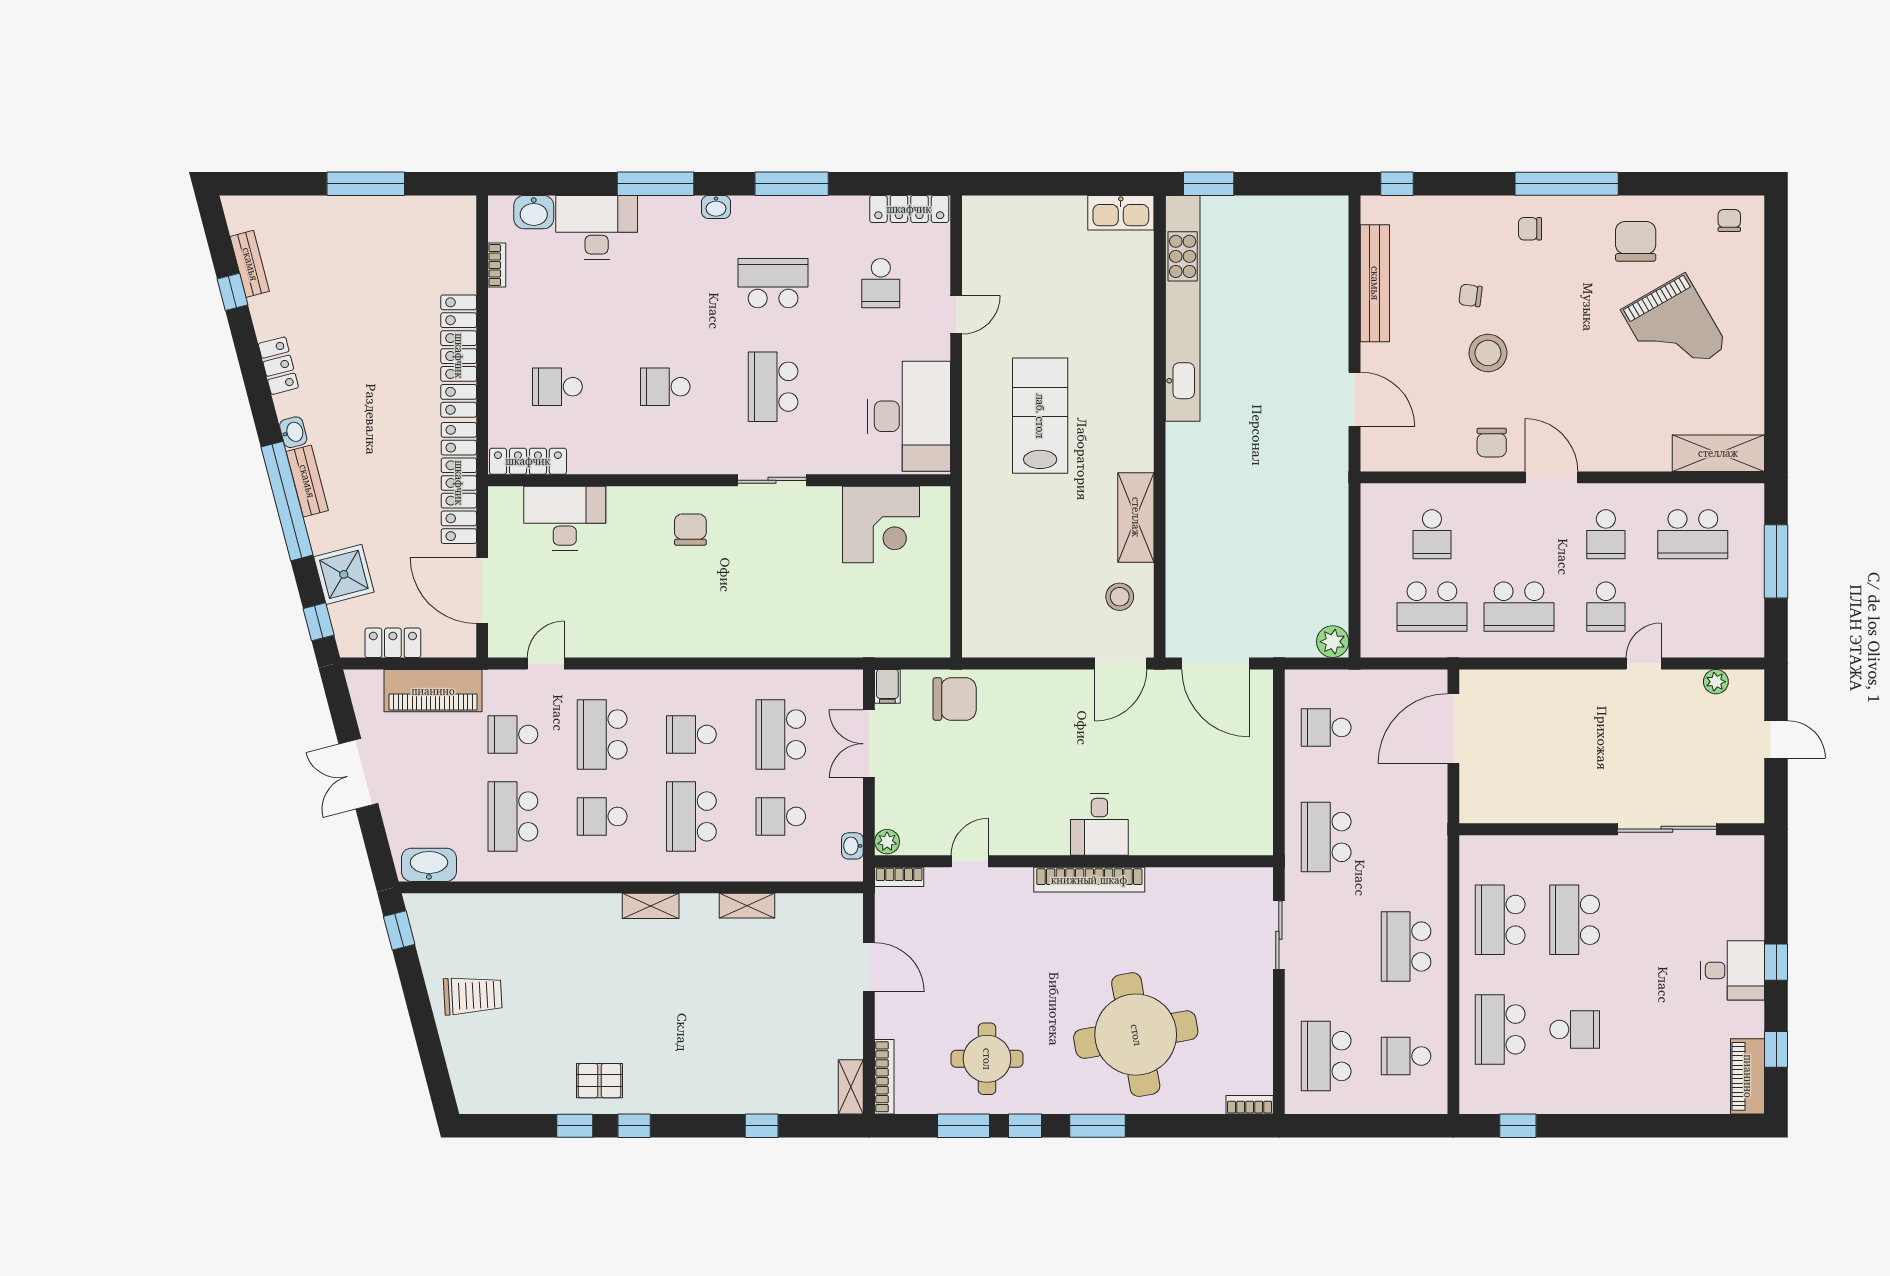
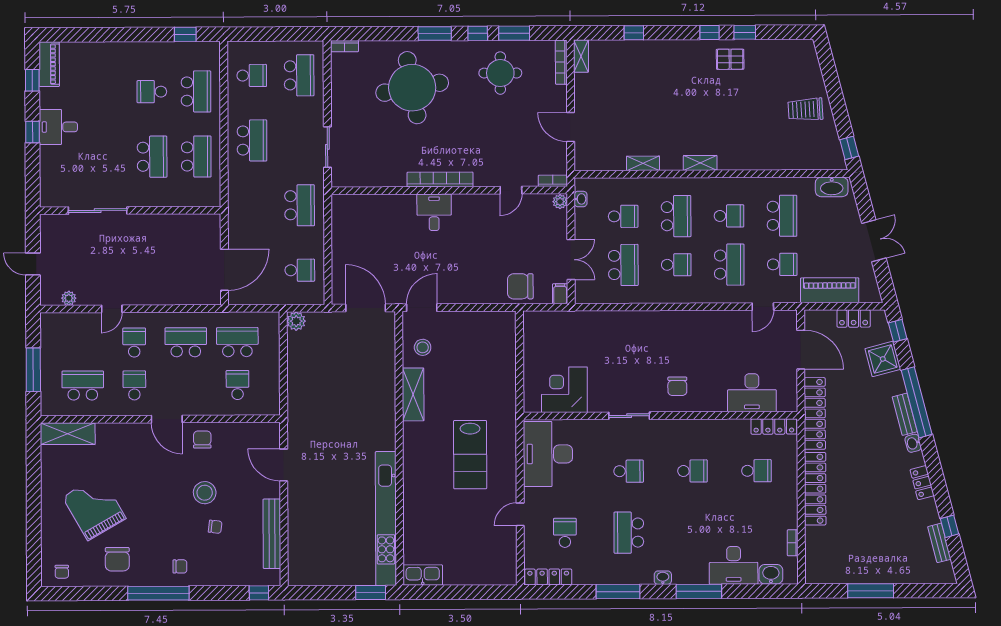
school desk: (773, 283) -> (629, 533), turned 90
school desk: (773, 387) -> (629, 471), width x0.54

